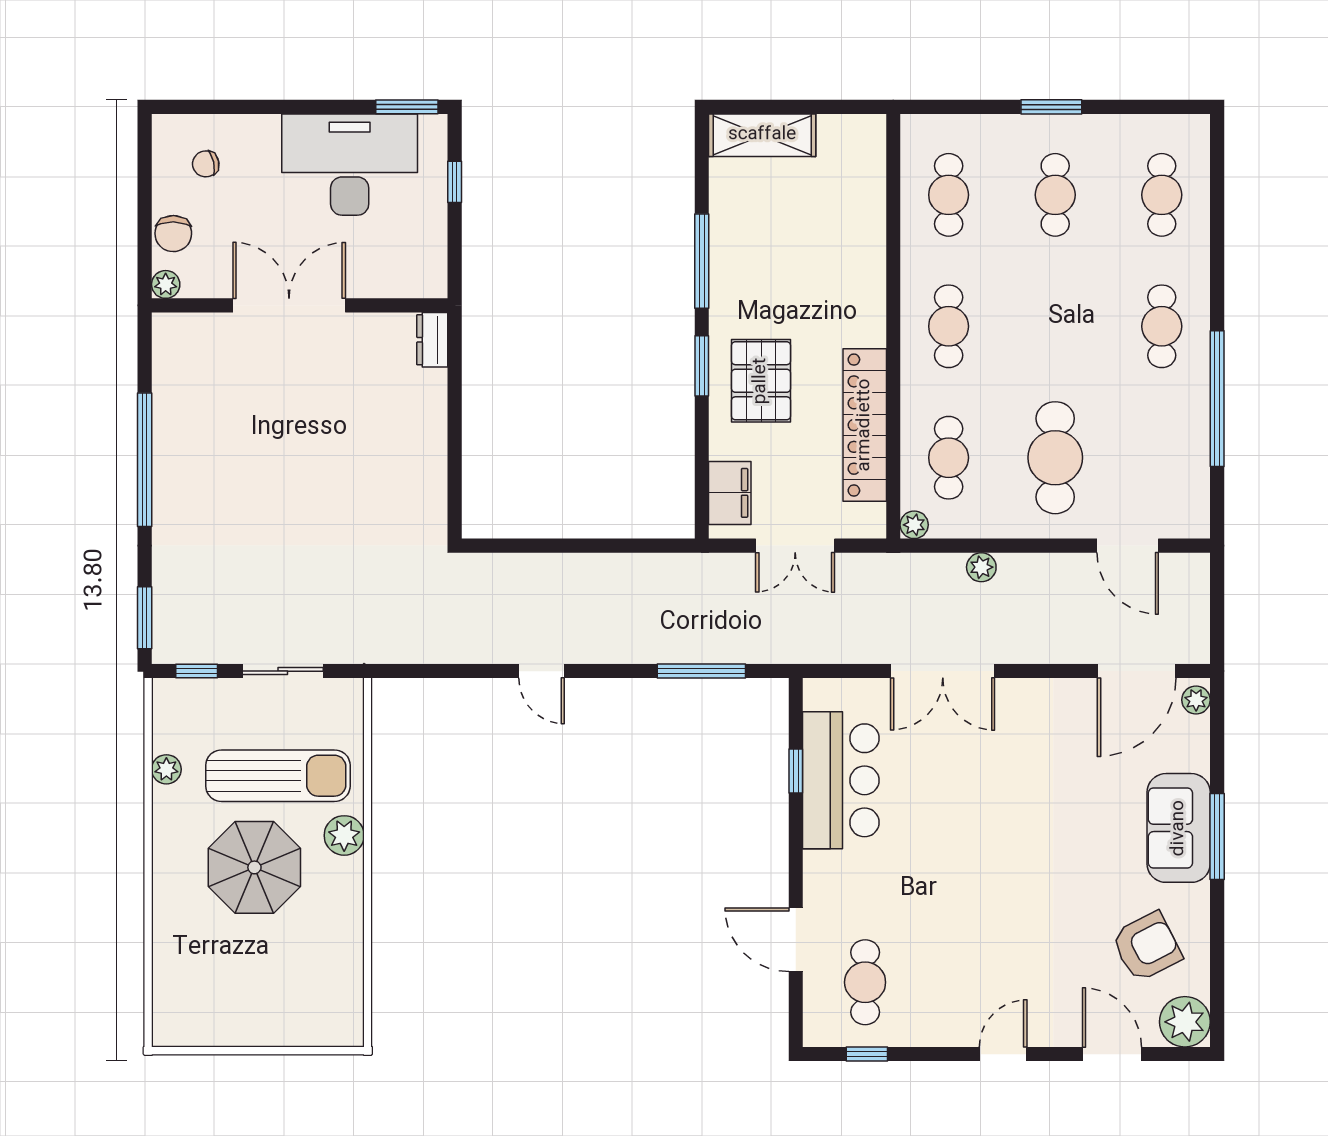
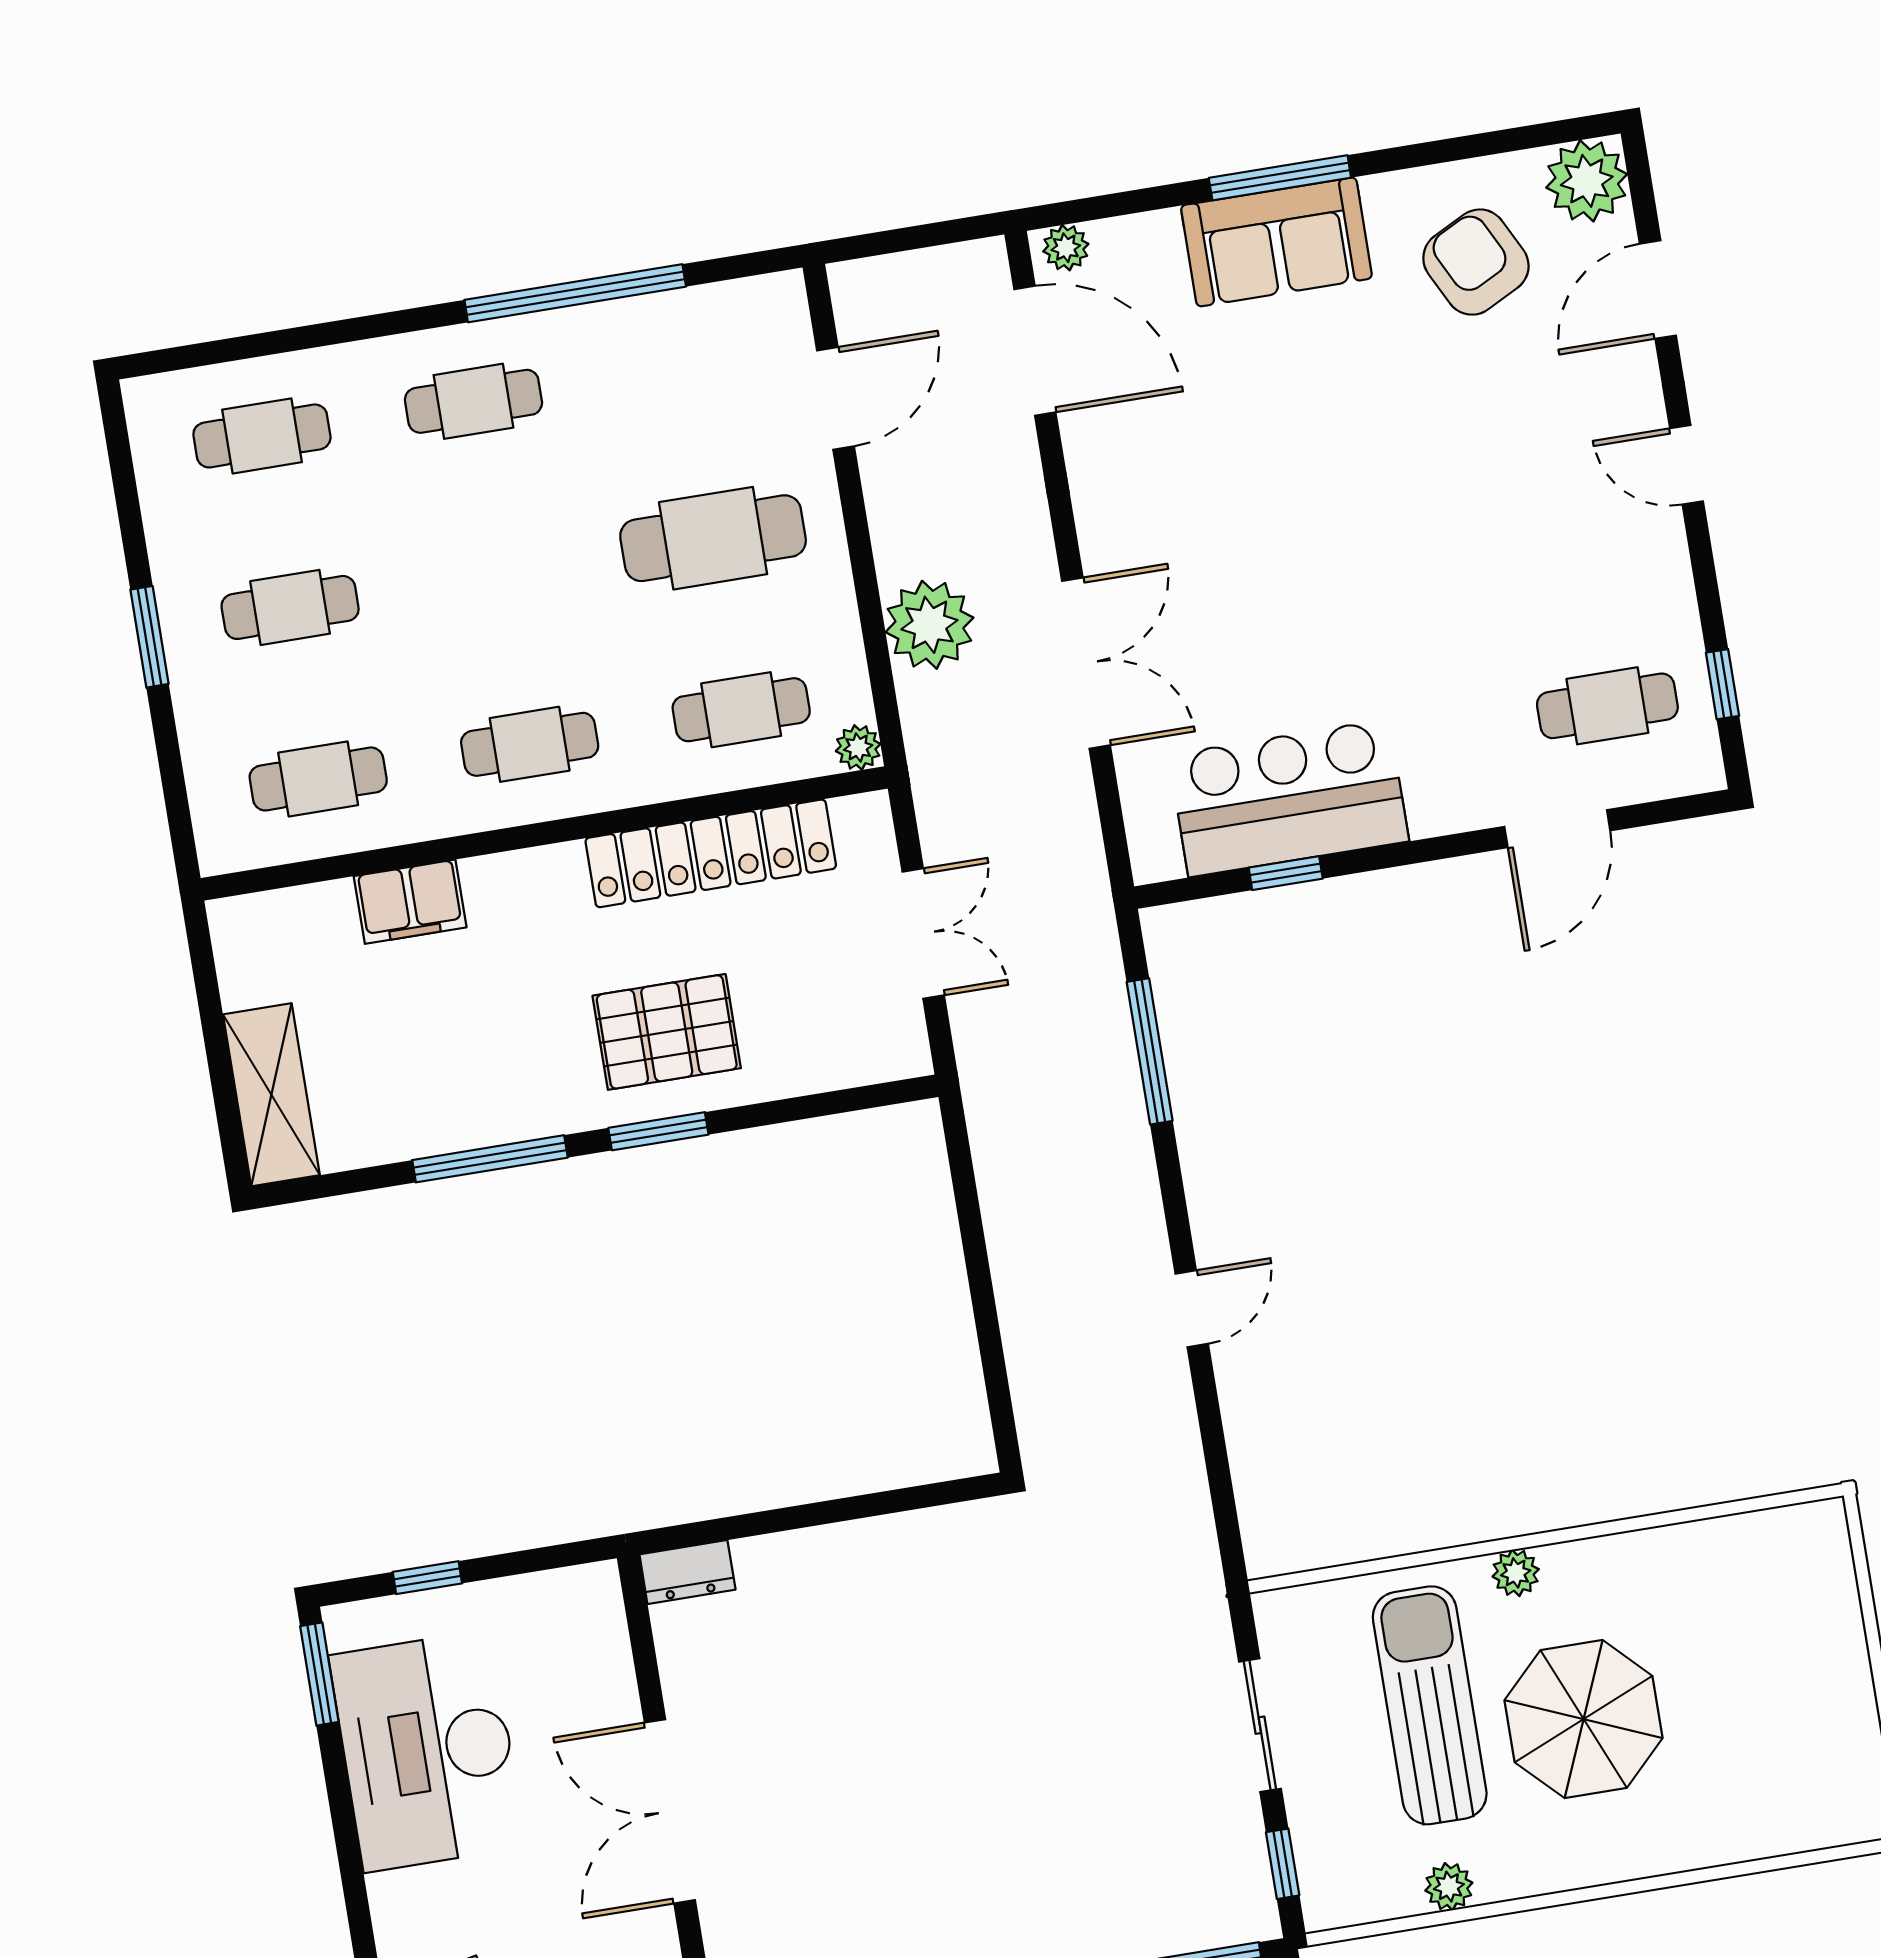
filing cabinet: (730, 493) -> (410, 902), moved, turned 180
plant: (981, 567) -> (929, 625), width x1.87, depth x1.87
plant: (344, 835) -> (1516, 1573), width x0.73, depth x0.73

